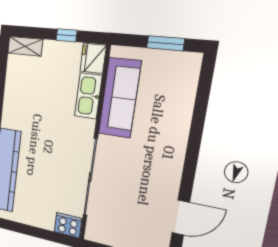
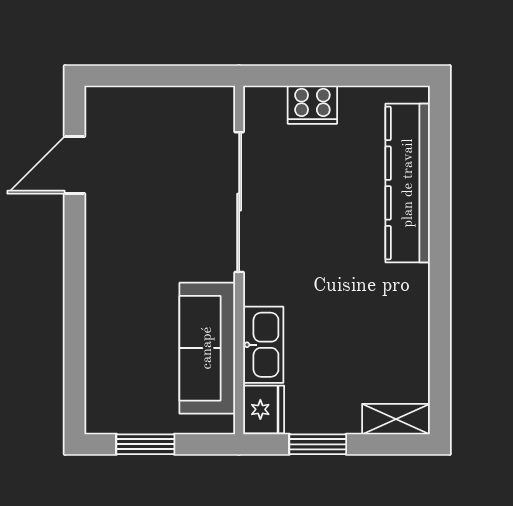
window: (67, 35) -> (318, 444), width x1.50
cooker: (68, 225) -> (312, 105), moved

